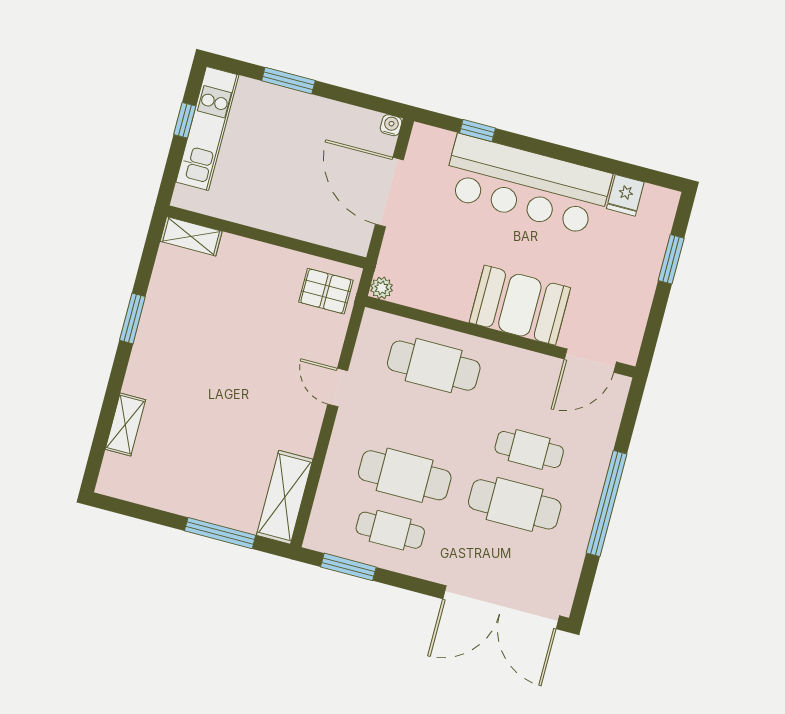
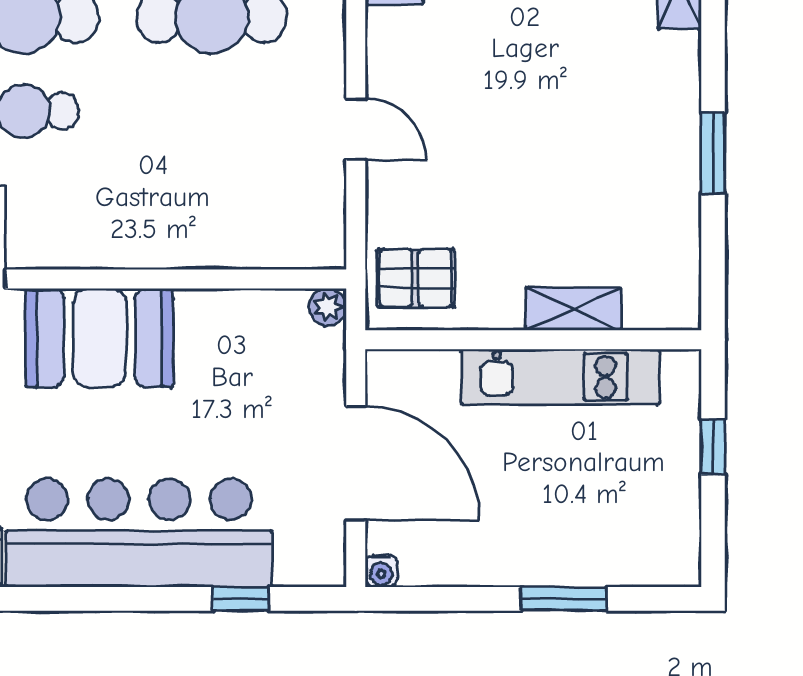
window: (185, 120) -> (713, 447), moved
kitchen unit: (207, 128) -> (560, 377), moved, turned -90
shelving: (191, 236) -> (573, 309), moved
cafe table: (434, 366) -> (212, 205), removed

